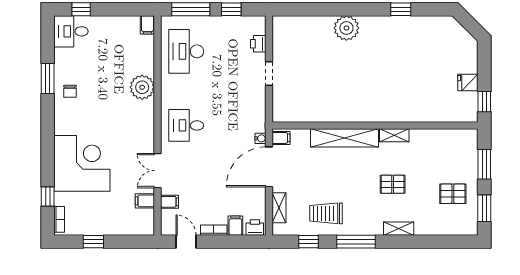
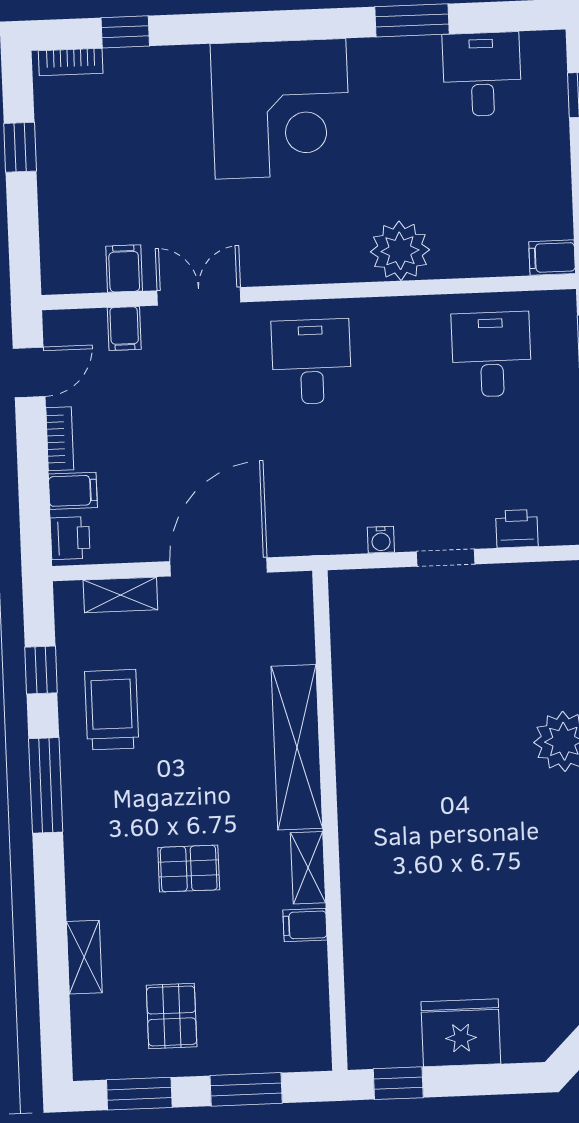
desk: (71, 31) -> (482, 74), moved
desk: (186, 51) -> (491, 354), width x0.73
fridge: (468, 83) -> (461, 1033), width x1.88, depth x1.34
chair: (70, 91) -> (383, 76), removed
water cooler: (261, 138) -> (381, 540), moved
filing cabinet: (281, 138) -> (305, 925), moved, turned 90
corner desk: (82, 163) -> (281, 109), moved
door: (269, 167) -> (219, 567), hinge flipped
pallet: (393, 184) -> (189, 869), turned 90
shelving: (399, 229) -> (84, 957), moved

